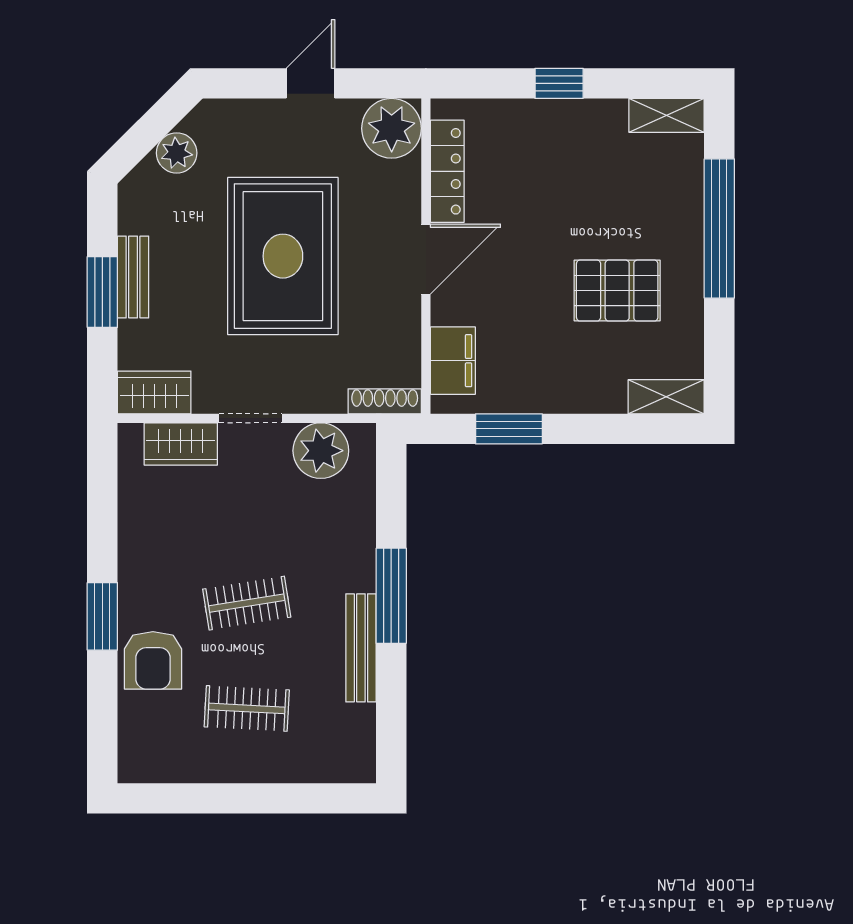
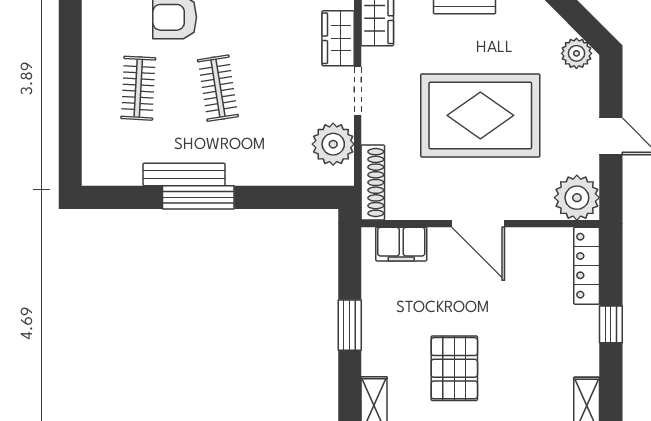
plant: (177, 153) -> (576, 53), moved
locker: (447, 171) -> (587, 266), moved, turned 90
shoe rack: (385, 401) -> (373, 182), width x1.36, depth x1.24
window: (509, 429) -> (350, 325), moved
window: (391, 596) -> (198, 197), moved

